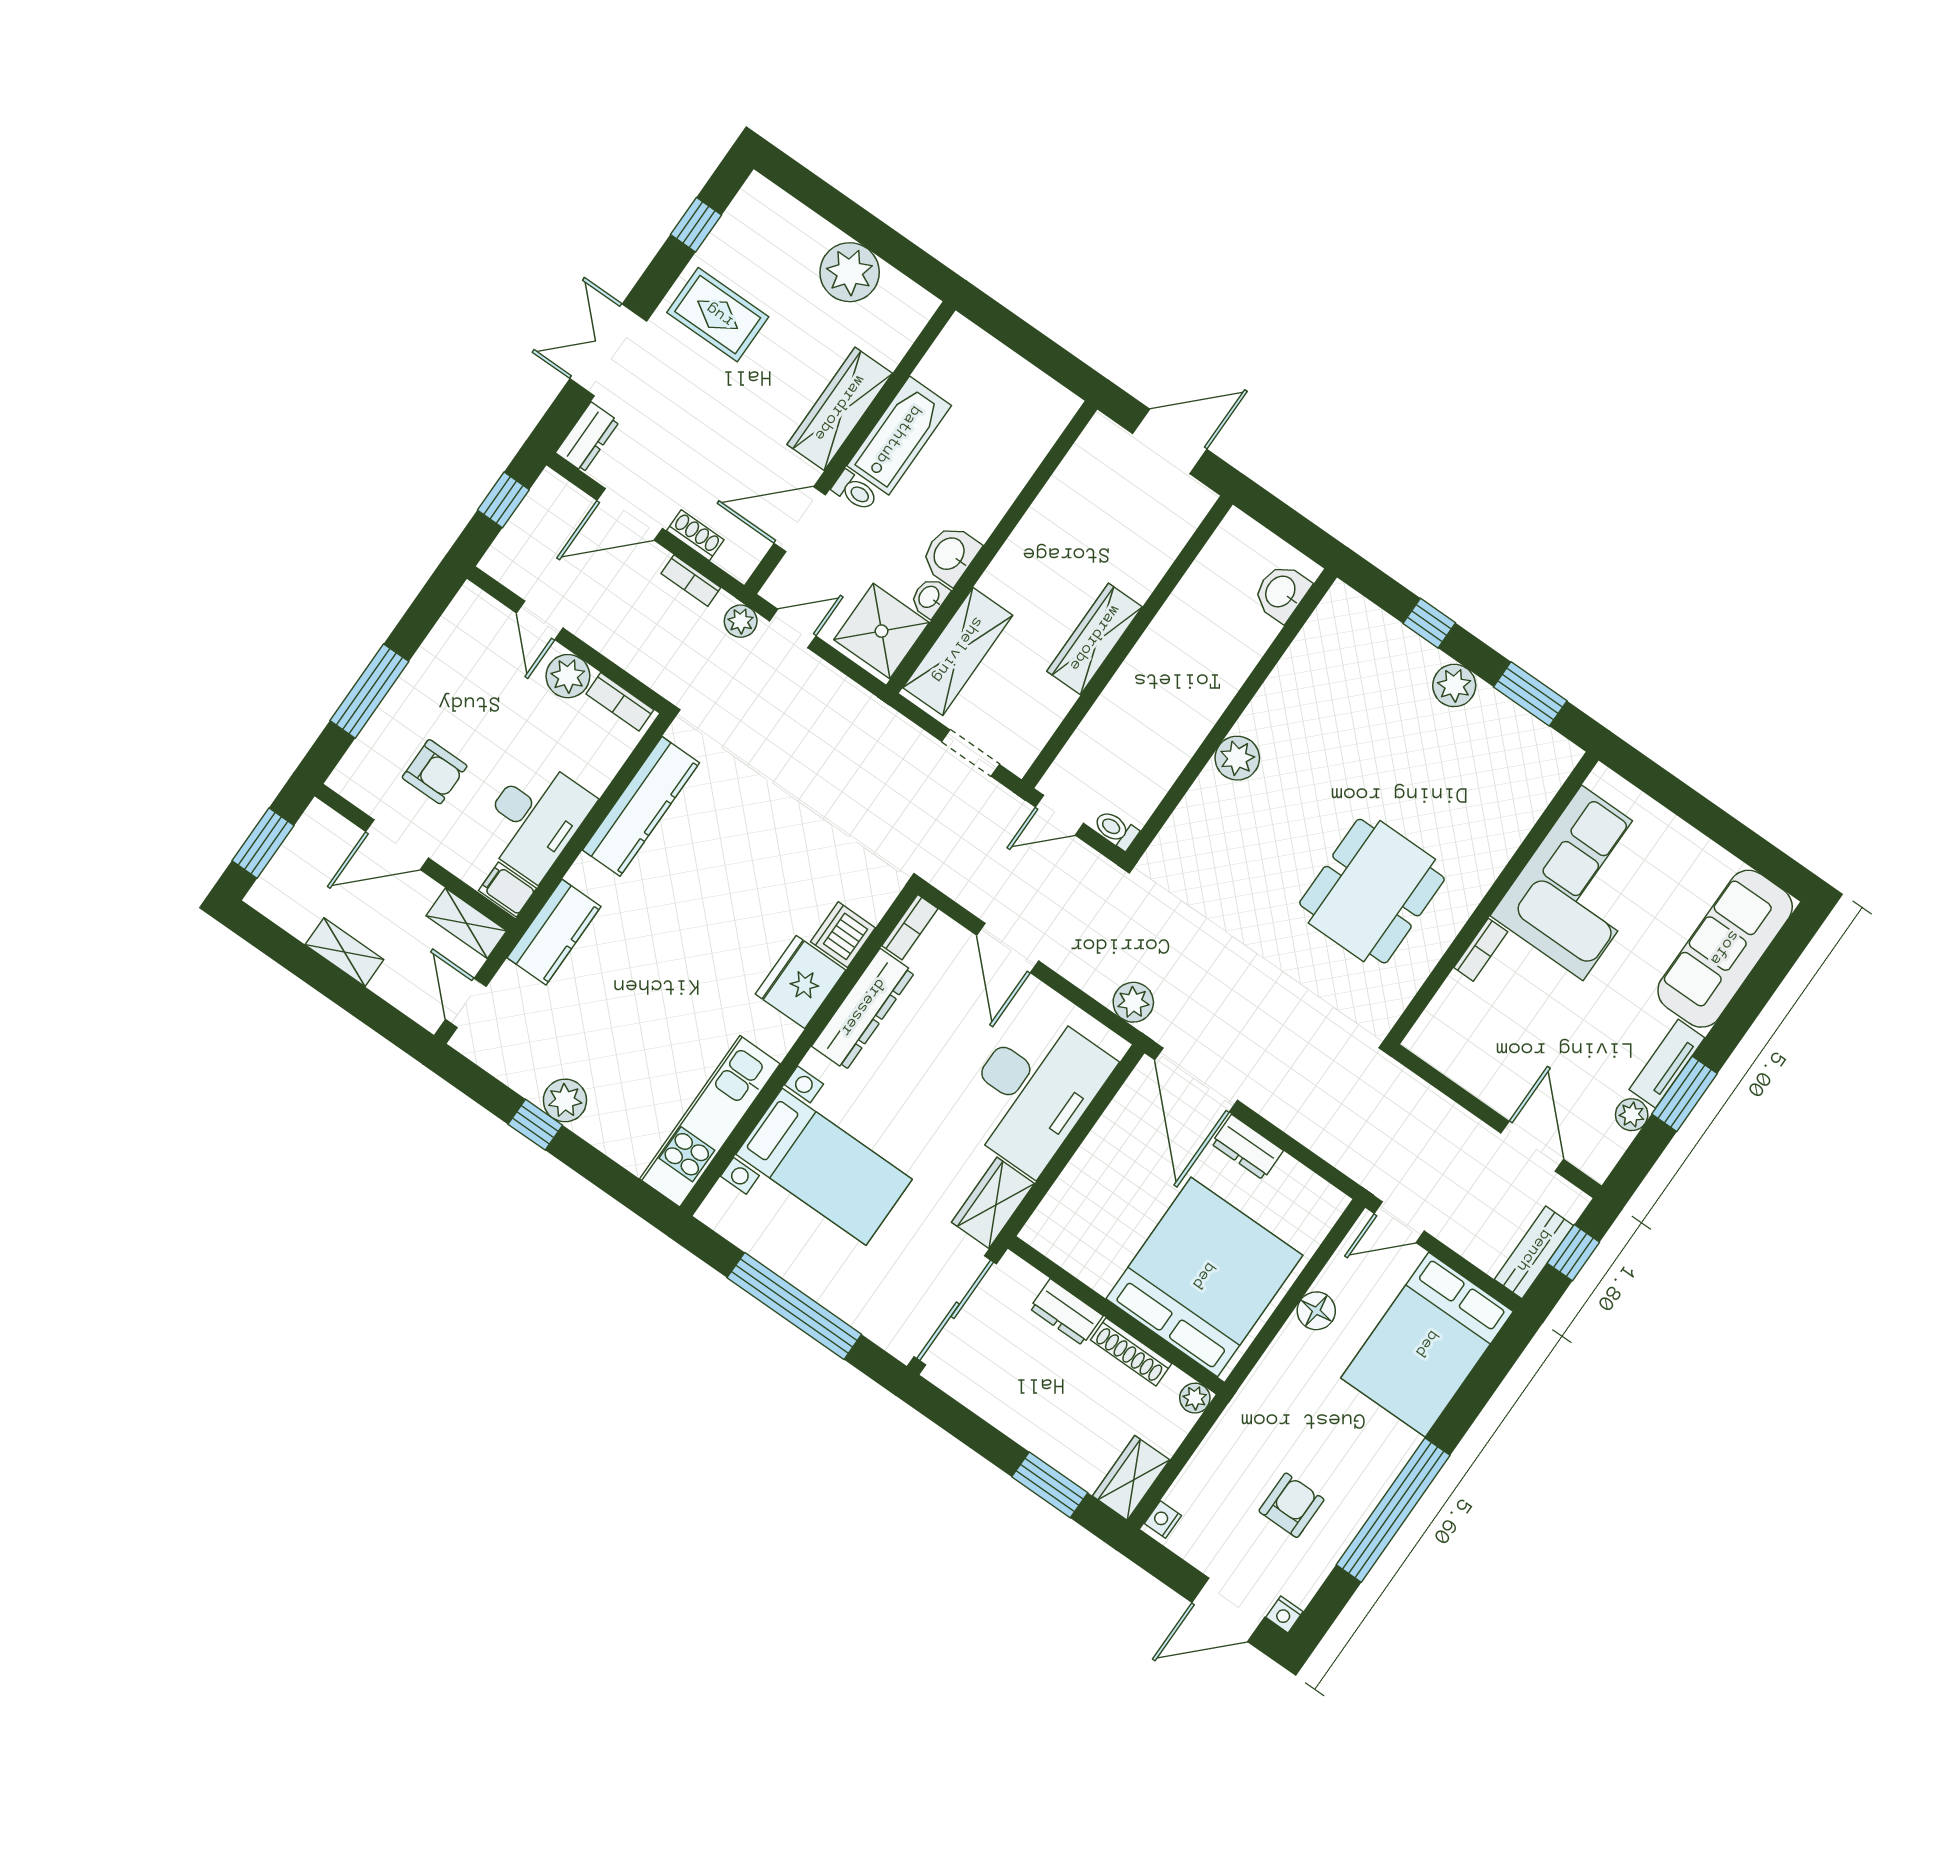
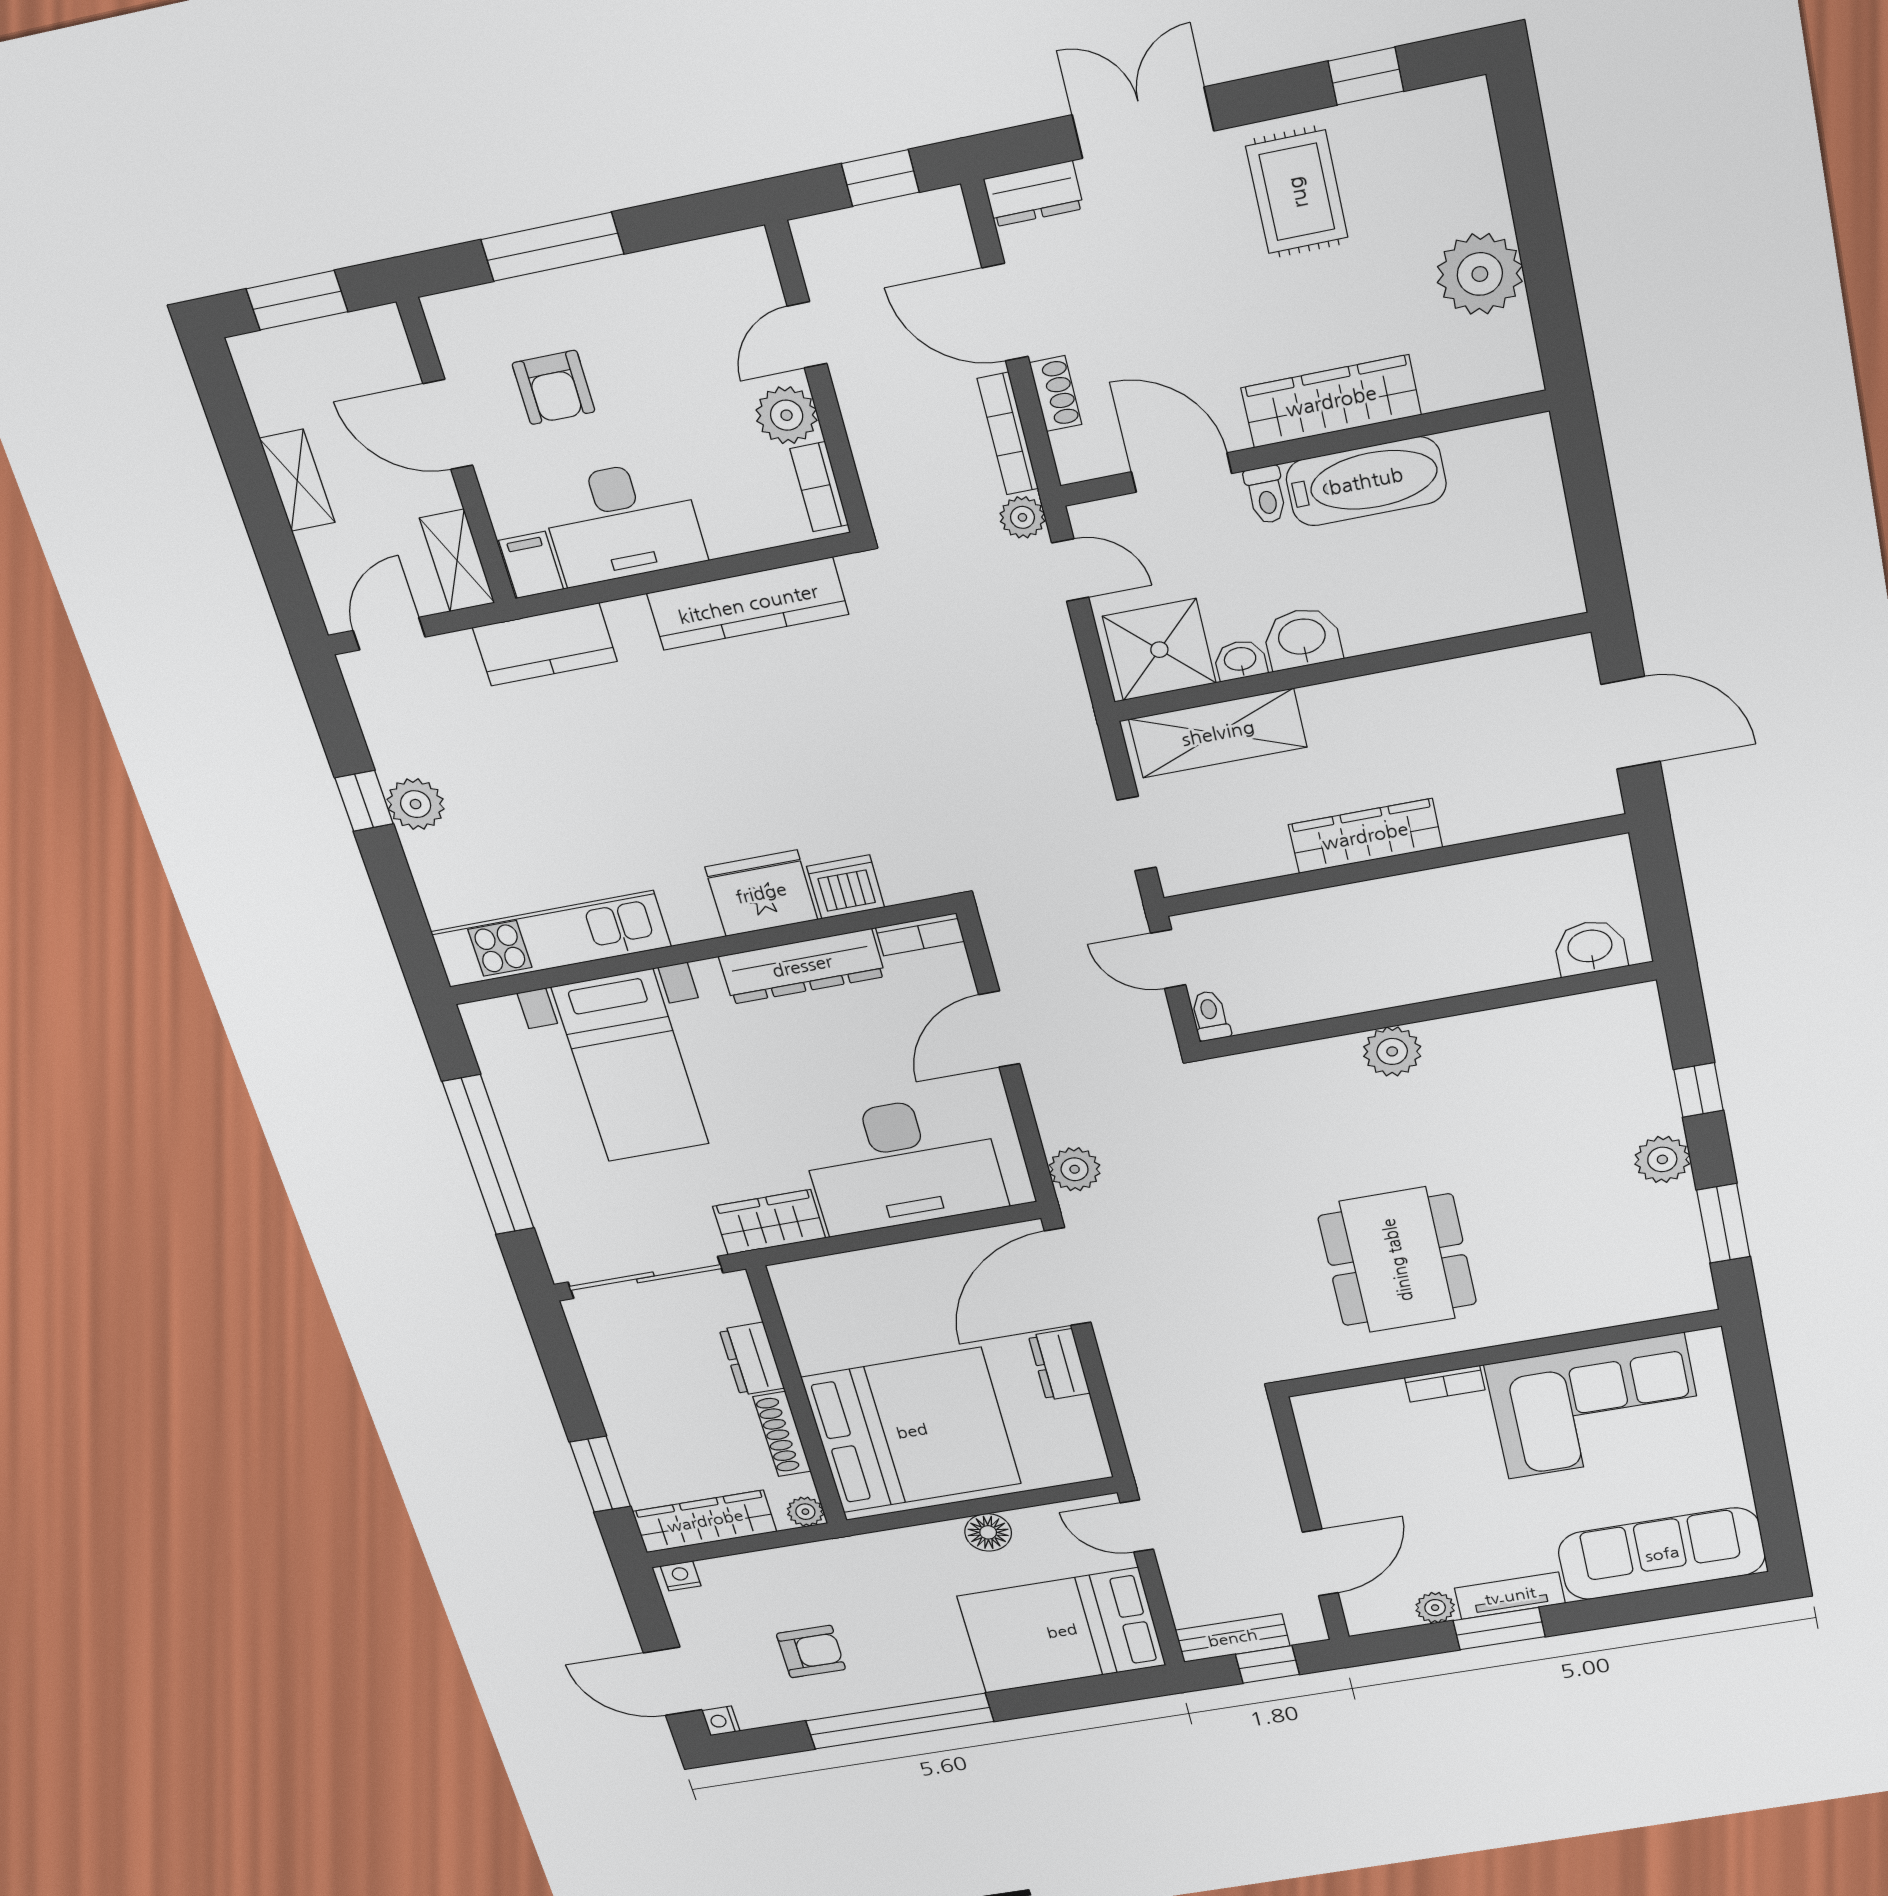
bookcase: (691, 581) -> (1008, 434), width x1.56
dining table: (1372, 891) -> (1397, 1260), turned 90
wardrobe: (1131, 1478) -> (705, 1521), width x1.50

